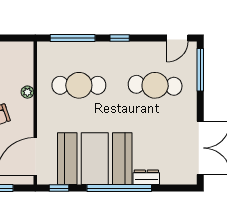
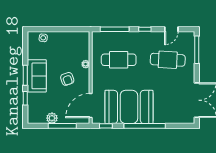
door: (177, 38) -> (171, 29), moved
dresser: (146, 177) -> (162, 119), removed

